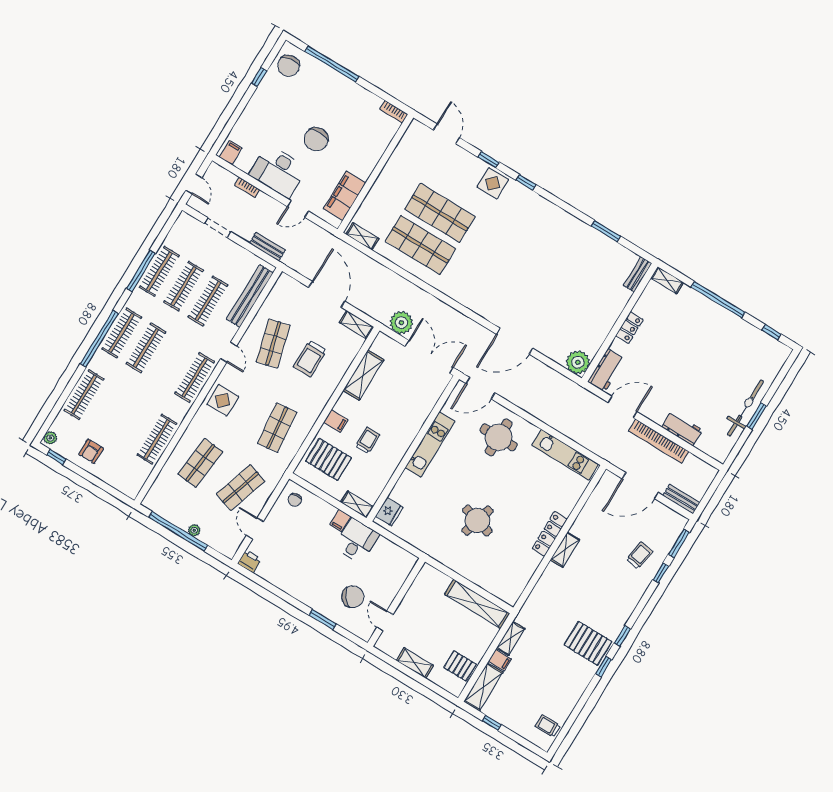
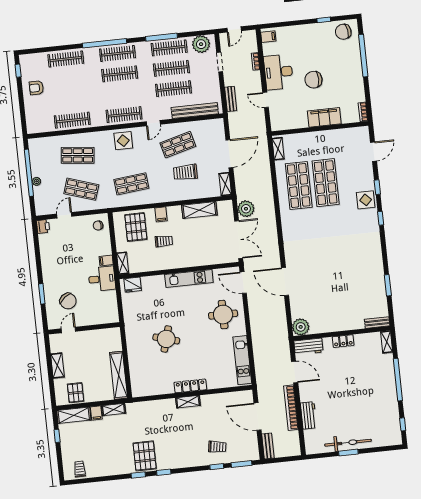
filing cabinet: (345, 196) -> (324, 117), moved
plant: (50, 438) -> (201, 44), moved, width x1.87, depth x1.87

